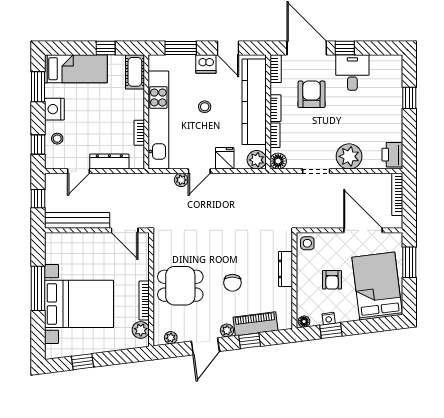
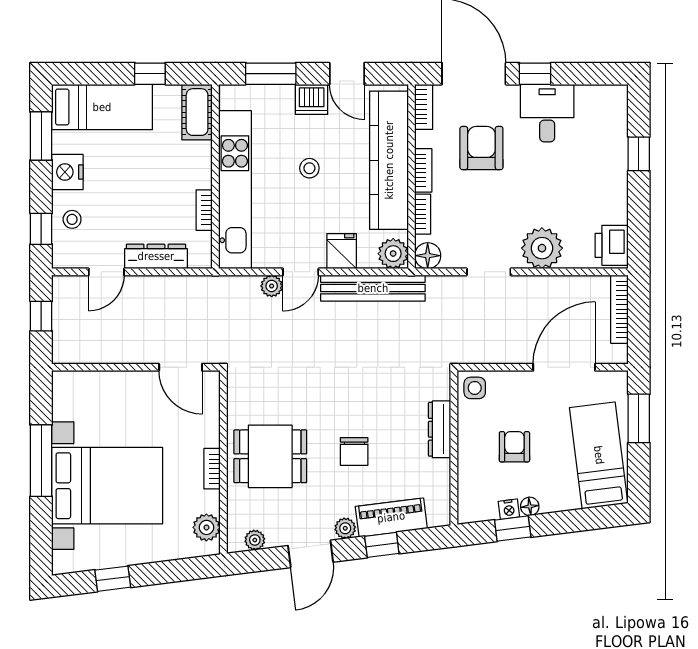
bench: (77, 220) -> (373, 288), moved
door: (363, 230) -> (564, 367), hinge flipped
armchair: (332, 280) -> (514, 447), turned 180
bed: (377, 286) -> (599, 455), width x0.67
bookcase: (144, 300) -> (212, 469), width x0.64
floor lamp: (304, 322) -> (530, 506), moved

